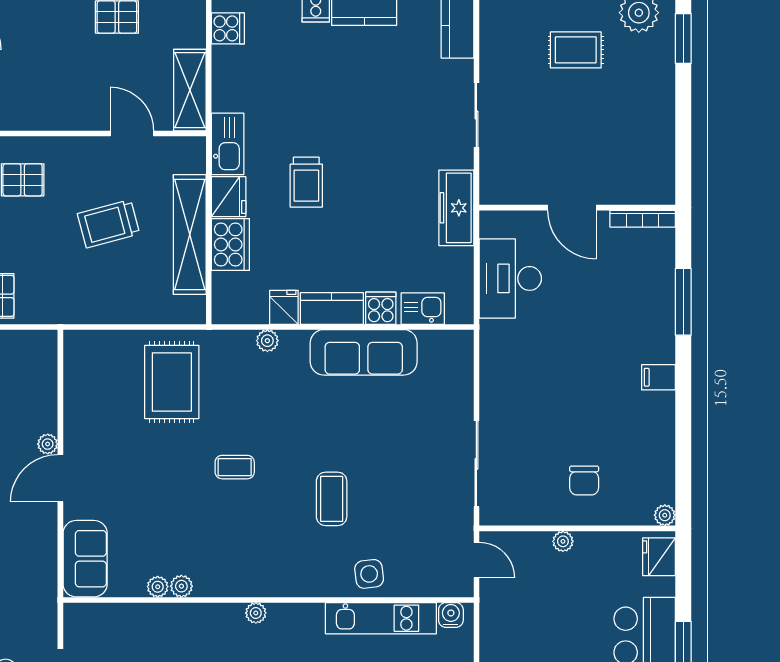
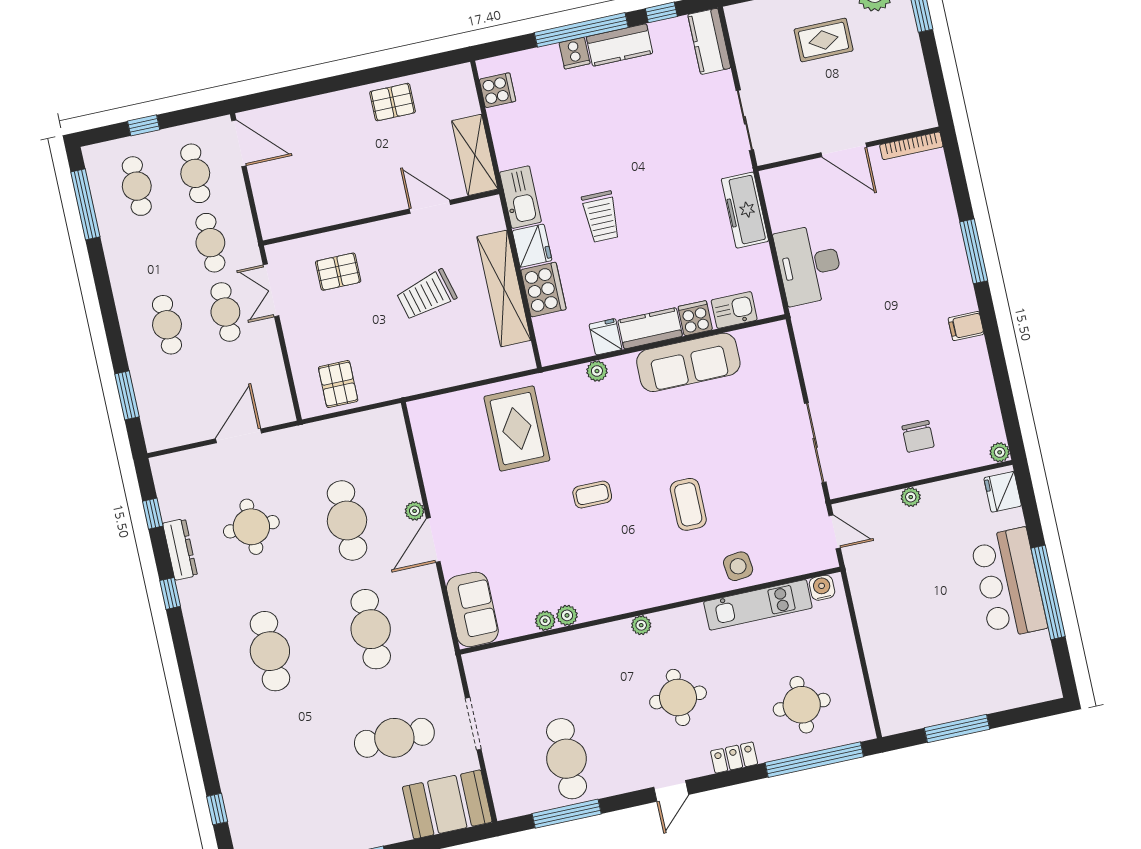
door: (572, 208) -> (844, 150), moved
wall: (577, 208) -> (849, 149), moved
bookcase: (643, 219) -> (911, 146), moved

